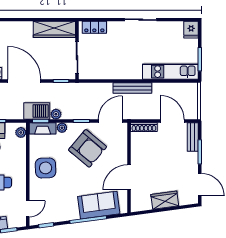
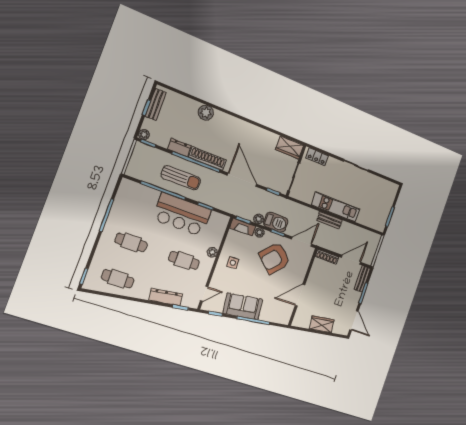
wardrobe: (54, 29) -> (289, 147), width x0.67
fridge: (191, 30) -> (392, 190), removed
kitchen unit: (170, 72) -> (336, 207), moved
bench: (132, 88) -> (329, 220), width x0.73
barbecue: (37, 111) -> (276, 222), moved
door: (172, 121) -> (351, 260), hinge flipped
plant: (21, 132) -> (212, 252), moved
armchair: (88, 148) -> (275, 258), turned 93
side table: (46, 168) -> (233, 263), width x0.54, depth x0.54
sofa: (99, 205) -> (243, 306), moved

